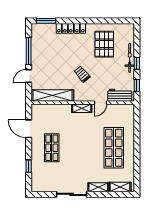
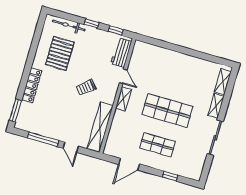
pallet: (104, 44) -> (60, 53), turned 90
bicycle: (130, 58) -> (69, 25), moved
shop shelf: (114, 148) -> (167, 110), moved

